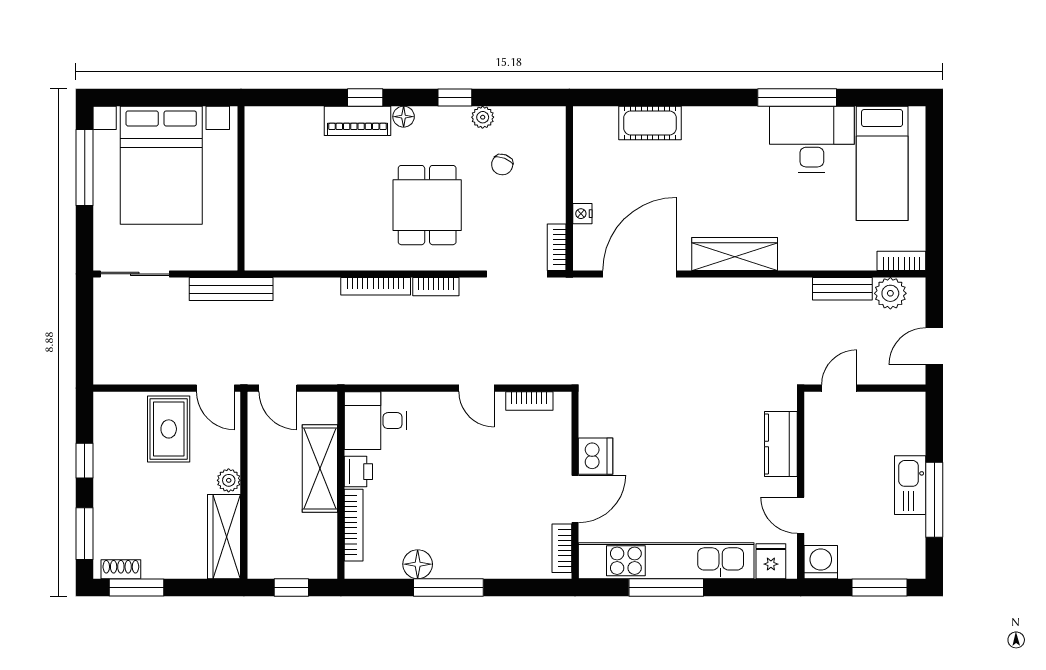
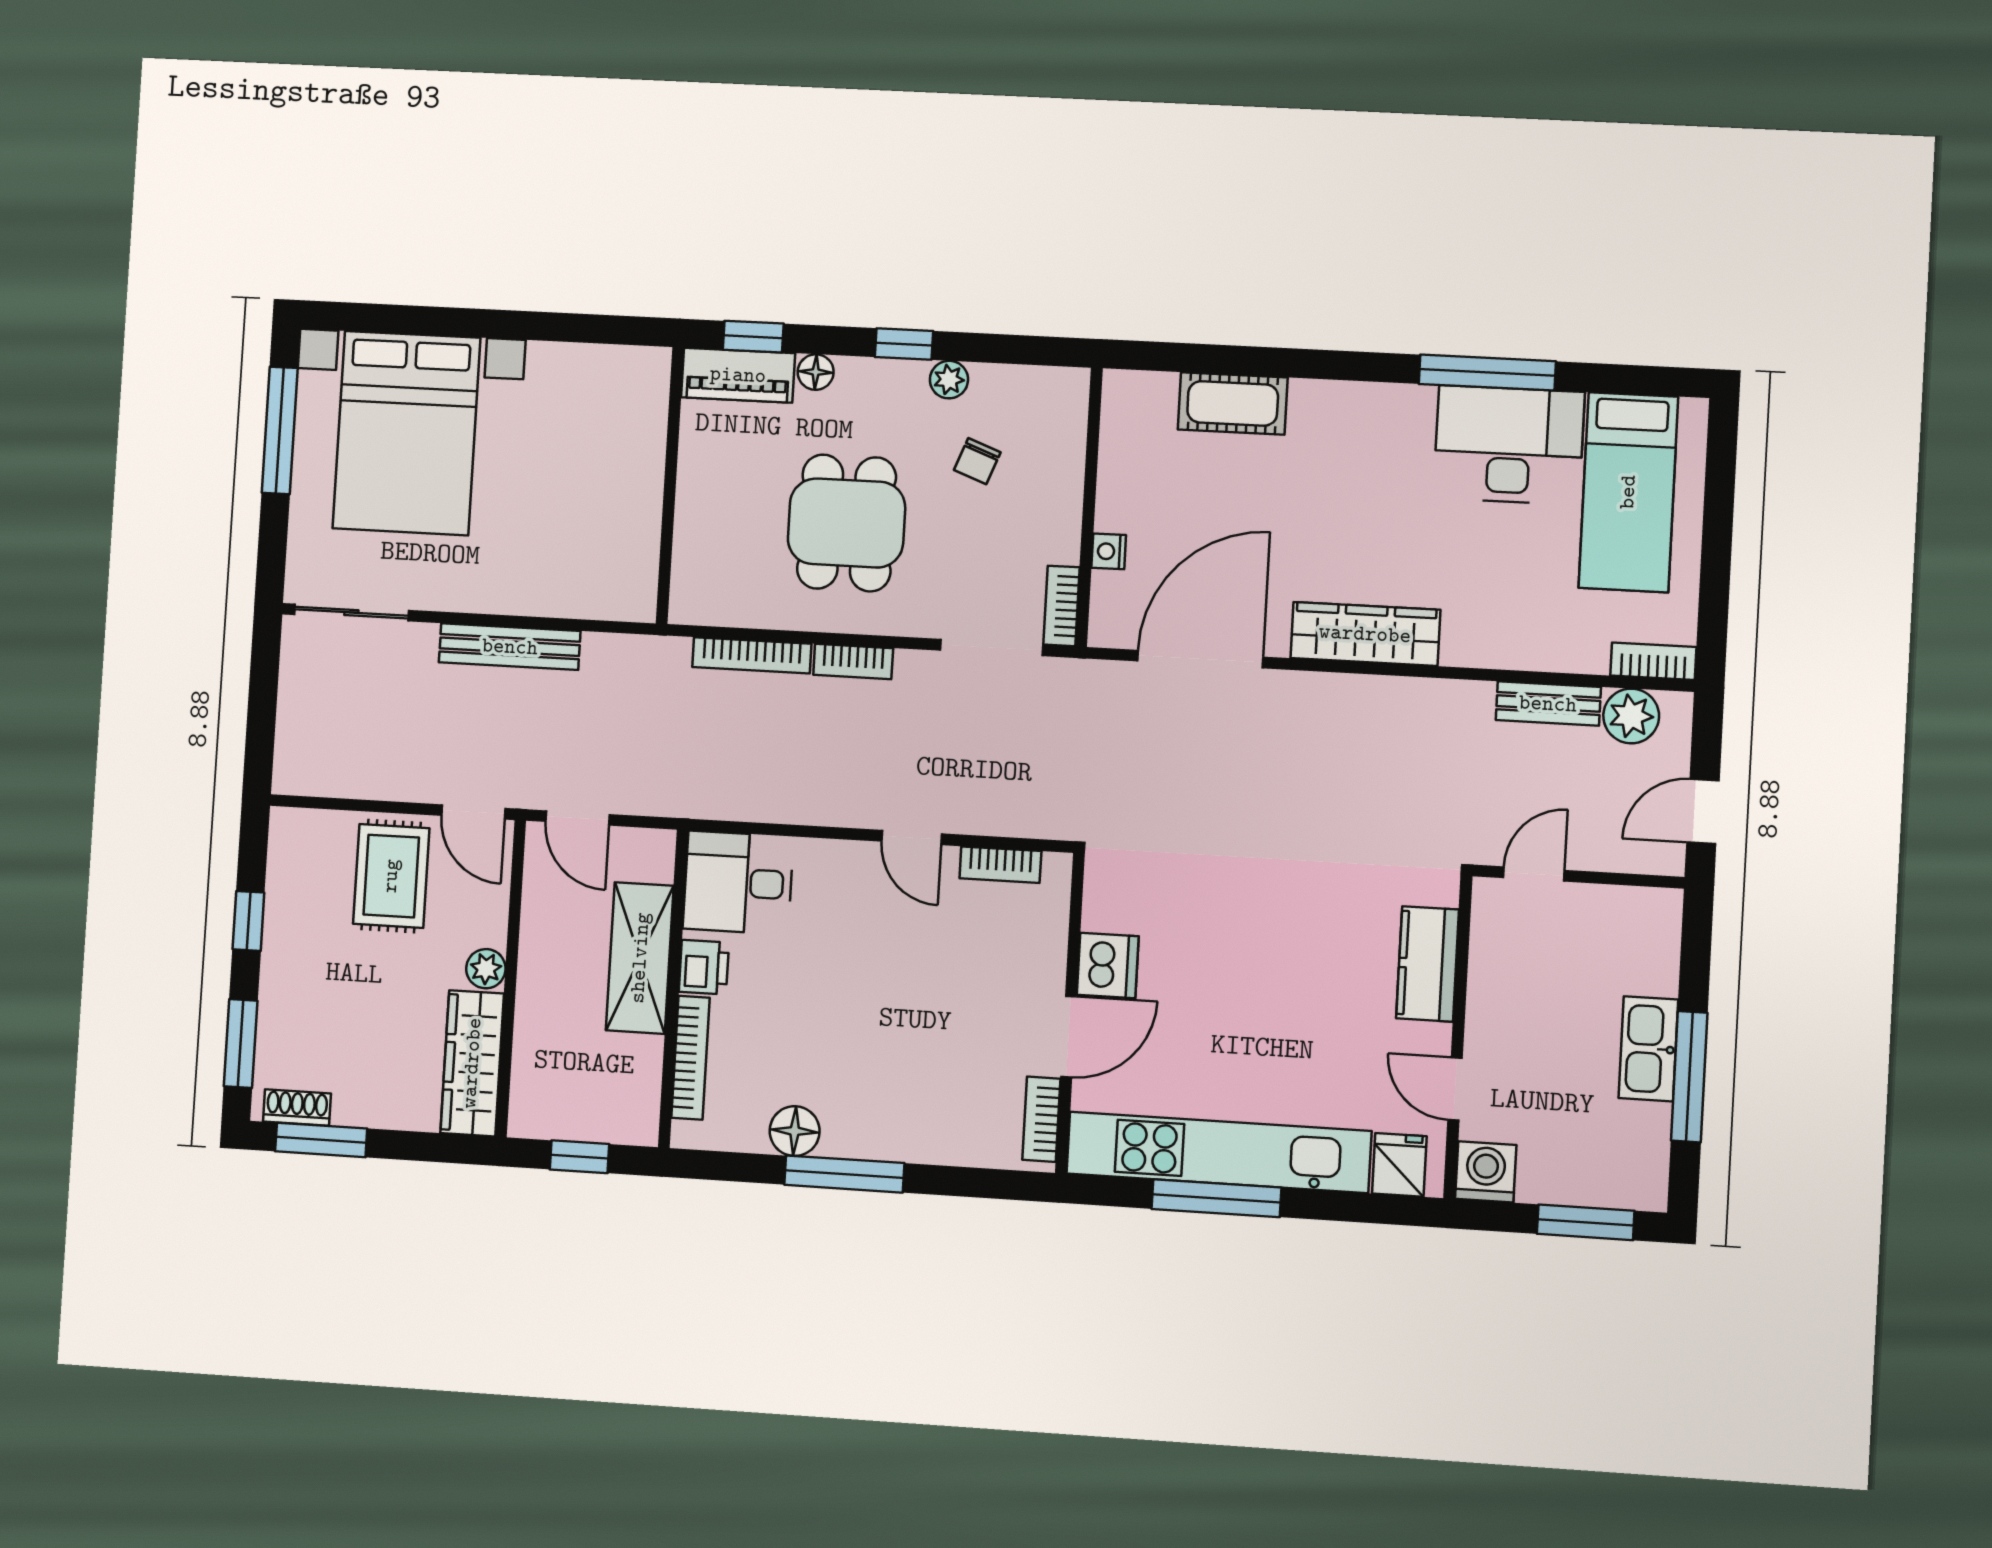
wall: (241, 188) -> (670, 485), moved

